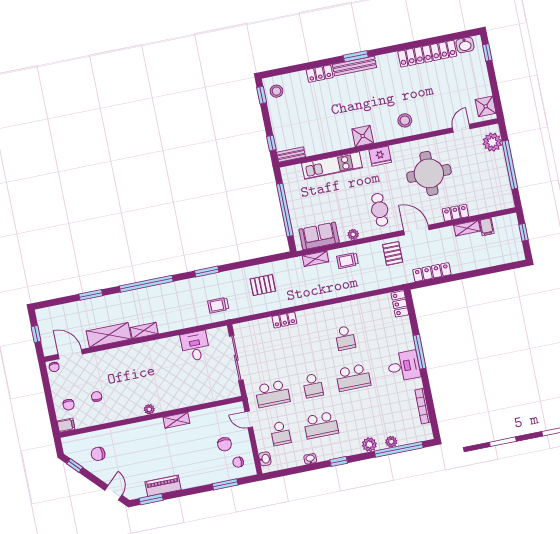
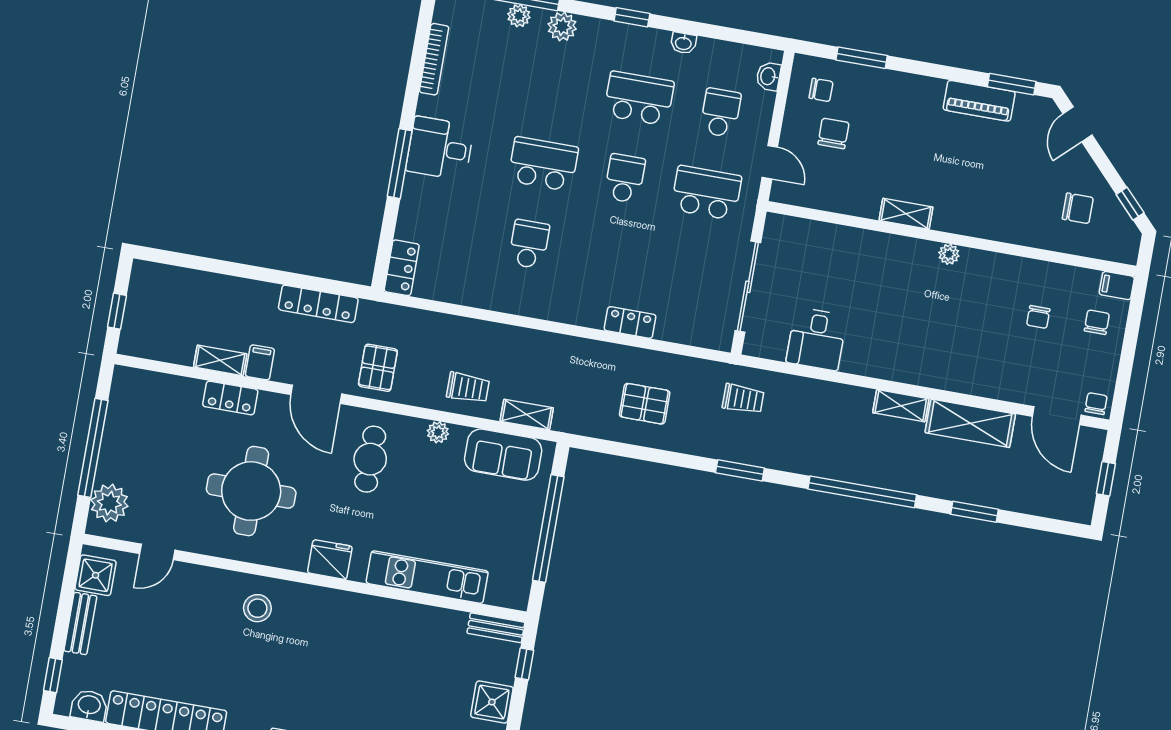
bench: (484, 81) -> (80, 623), added
shower: (363, 136) -> (492, 702), moved
filing cabinet: (487, 227) -> (260, 362), moved

